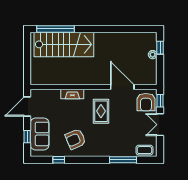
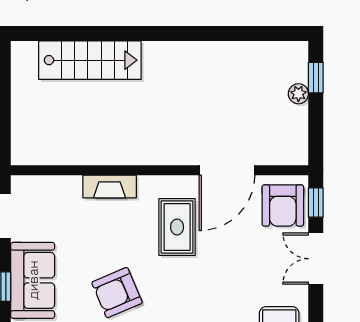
window: (55, 29) -> (70, 33), removed
stairs: (64, 44) -> (90, 60), width x0.73, depth x0.66
door: (122, 87) -> (227, 170), swing flipped

